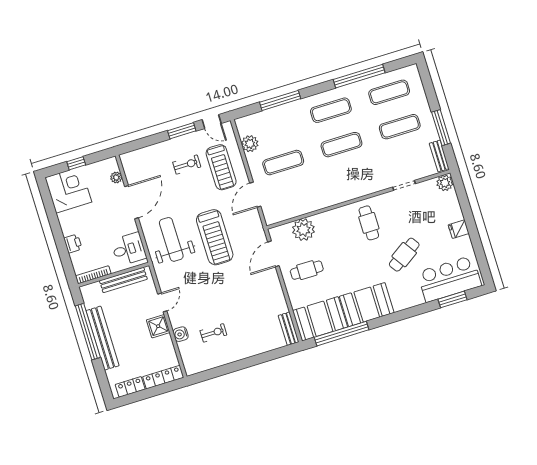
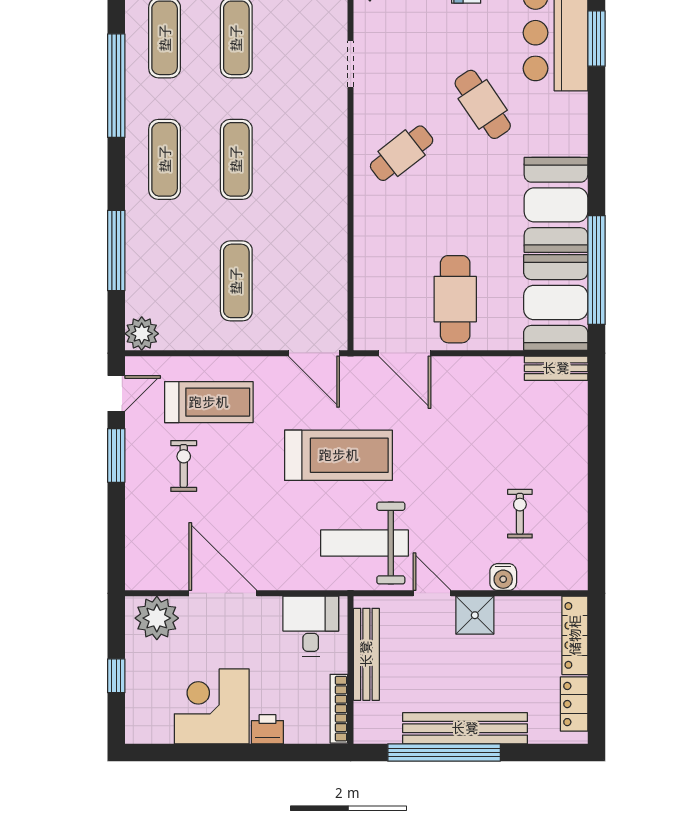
plant: (250, 144) -> (142, 334), moved
plant: (116, 177) -> (157, 618), width x1.87, depth x1.87
corner desk: (68, 190) -> (212, 706), moved
door: (255, 195) -> (314, 353), moved
cafe table: (369, 223) -> (402, 153), turned -38
plant: (303, 230) -> (376, 282), removed
weight bench: (171, 239) -> (365, 543), moved
cafe table: (307, 270) -> (455, 299), width x1.37, depth x1.35

